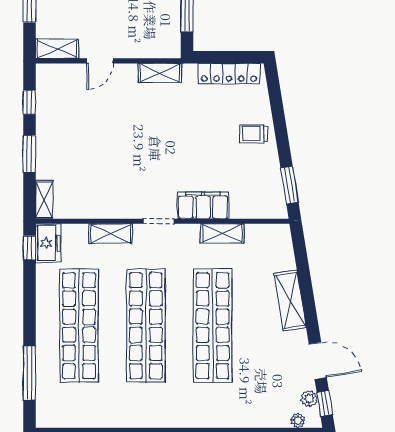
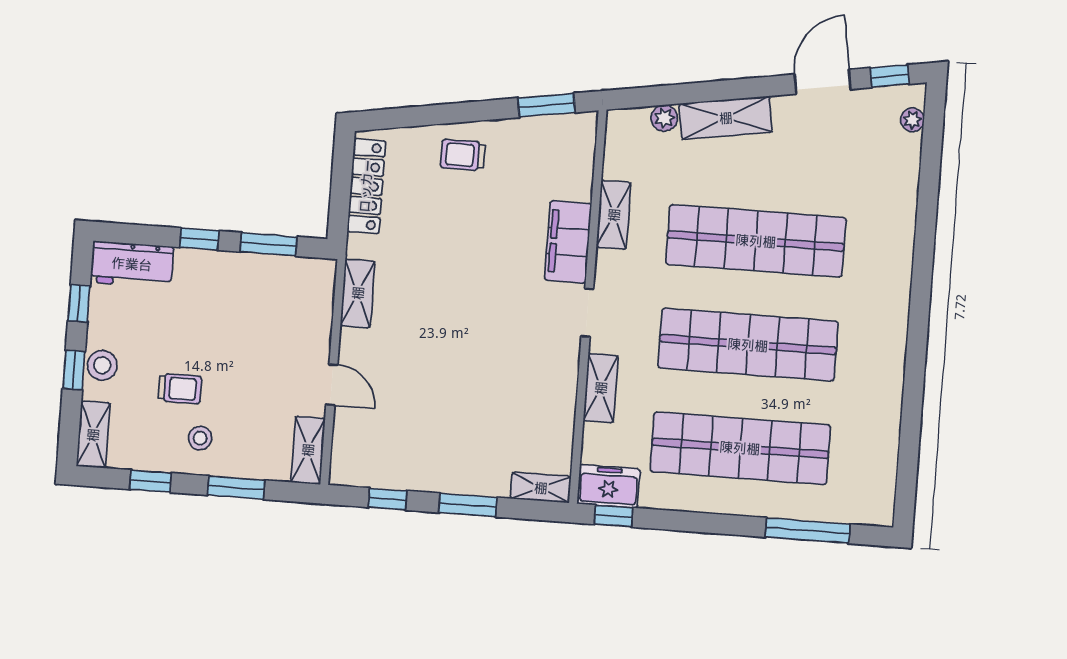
trolley: (254, 134) -> (463, 155), turned 90
plant: (309, 399) -> (664, 118), moved

